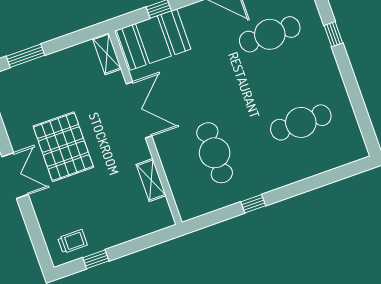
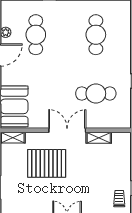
double door: (139, 110) -> (67, 130), moved
pallet: (63, 147) -> (47, 163), moved

